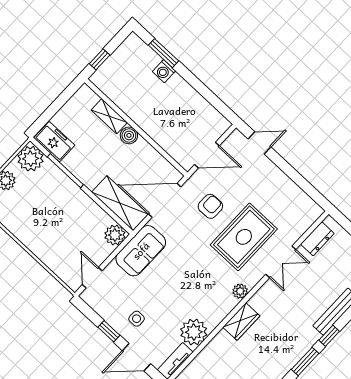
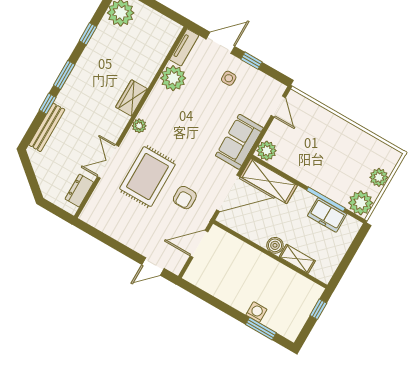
freezer: (54, 142) -> (327, 215), moved

